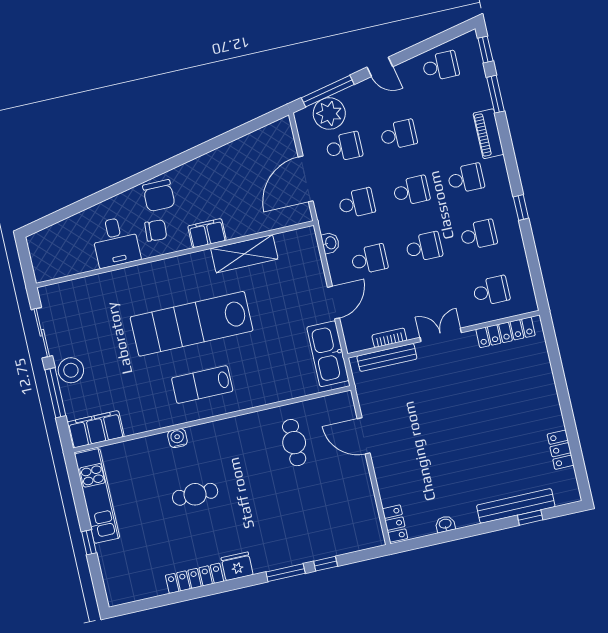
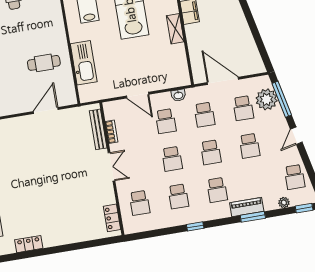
plant: (479, 80) -> (284, 202), added
window: (495, 94) -> (253, 217), moved
shelving: (244, 254) -> (175, 29), width x0.67, depth x0.75
locker: (506, 332) -> (112, 218), width x0.66
kitchen sink: (328, 354) -> (84, 63), moved, turned 90

